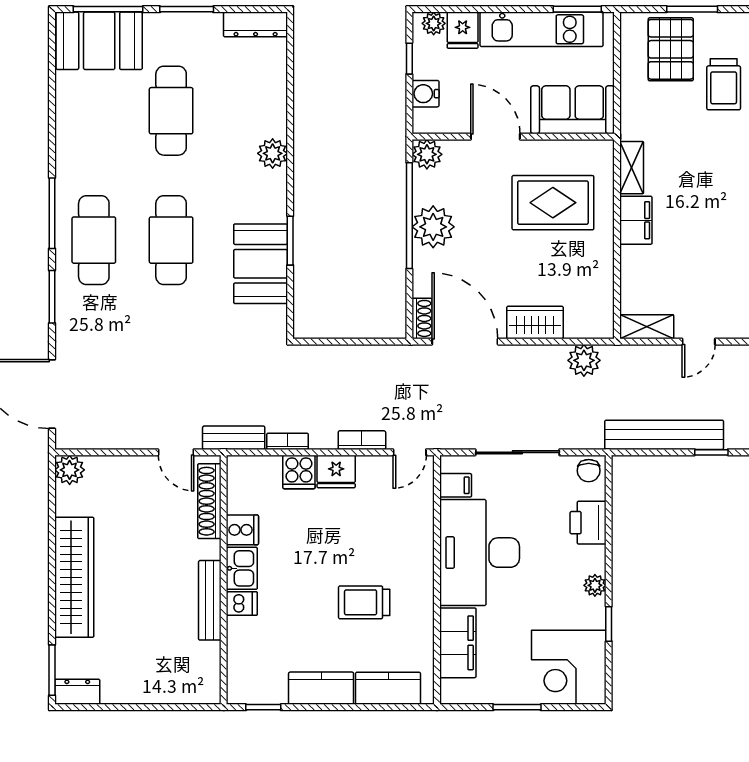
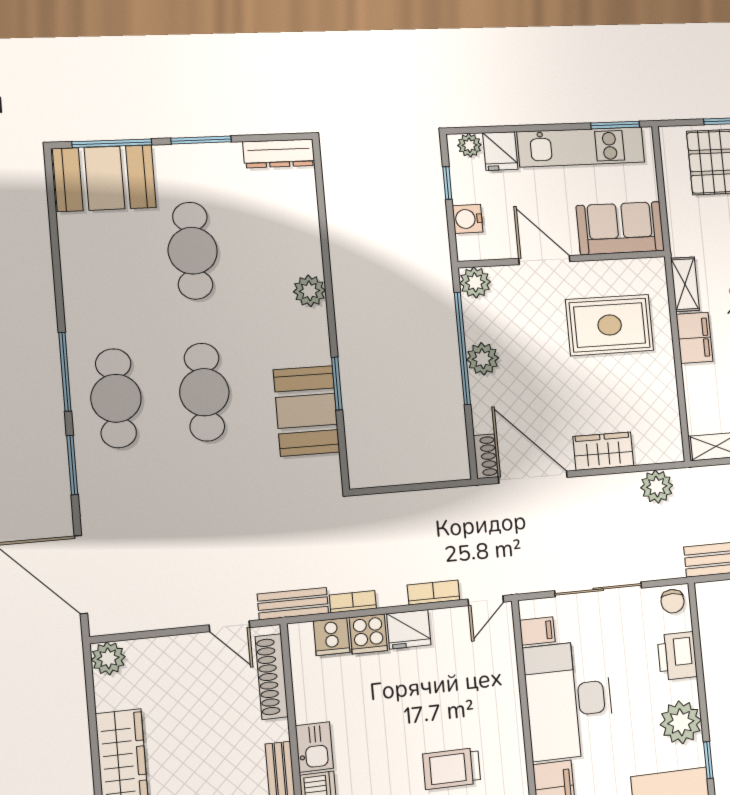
plant: (433, 227) -> (483, 359), width x0.73, depth x0.73
cooker: (242, 530) -> (332, 637), moved, turned 90
plant: (595, 585) -> (681, 722), width x1.87, depth x1.87

